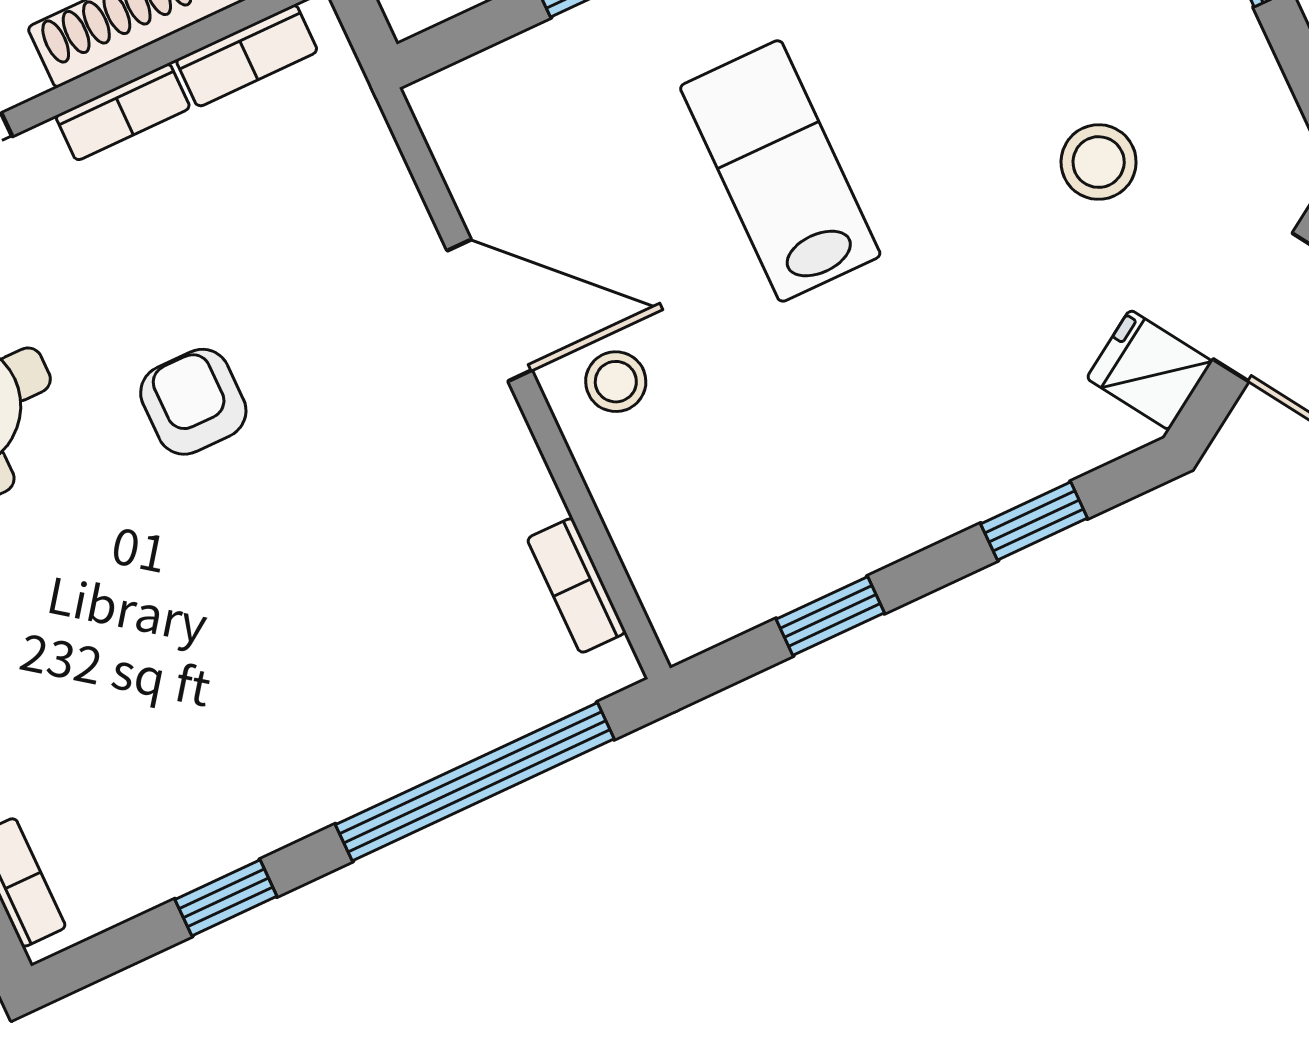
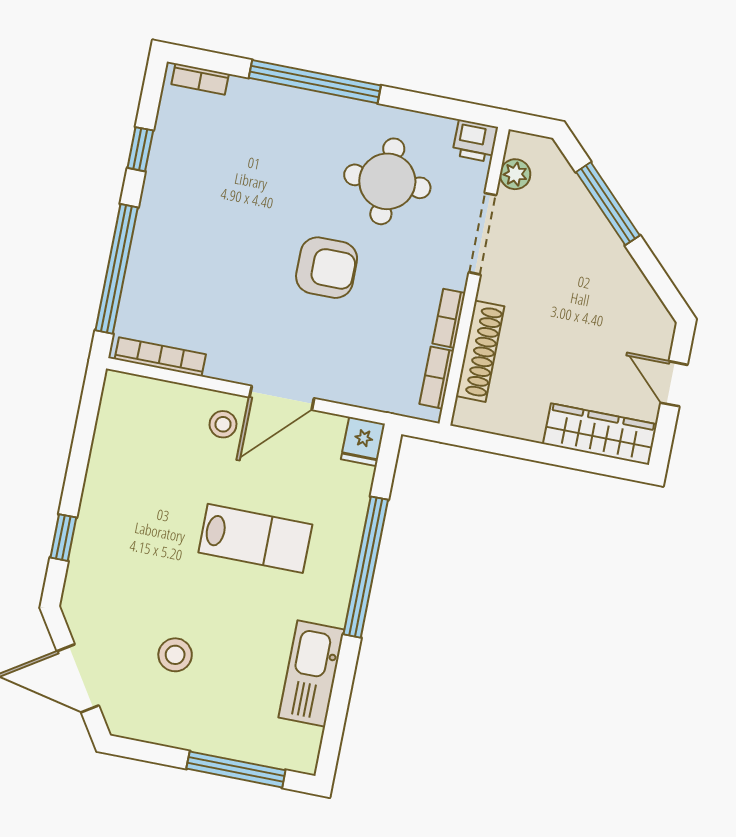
fridge: (1149, 370) -> (363, 442), moved, turned 123
armchair: (193, 402) -> (327, 268), width x1.38, depth x1.38
bookcase: (576, 586) -> (160, 357), width x1.56
window: (830, 616) -> (83, 440), removed

